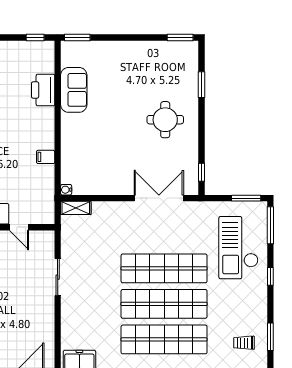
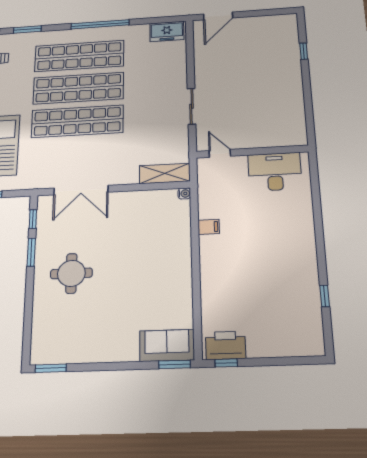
window: (202, 85) -> (31, 252), moved
printer: (43, 90) -> (226, 345), moved, turned -90
sofa: (74, 90) -> (167, 345), moved, turned 90
shelving: (76, 208) -> (165, 173), width x1.50, depth x1.33
door: (19, 227) -> (220, 153), moved

